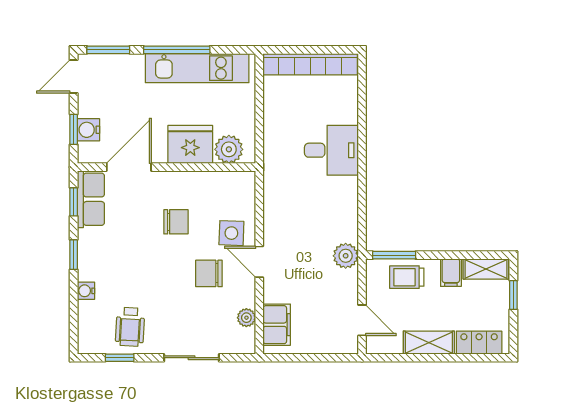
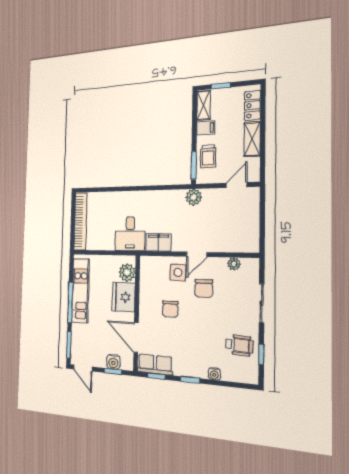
desk: (331, 150) -> (130, 234), moved, turned 180
chair: (176, 222) -> (170, 309), turned 180
filing cabinet: (277, 325) -> (158, 242), moved

